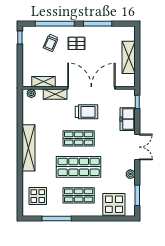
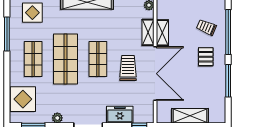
shelving: (44, 82) -> (162, 33), moved
trolley: (87, 112) -> (128, 68), turned 180

